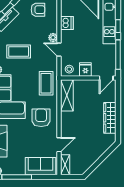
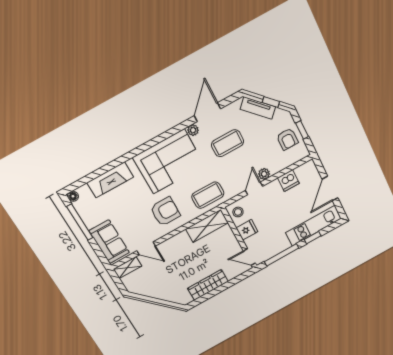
coffee table: (19, 51) -> (228, 143), turned 90

